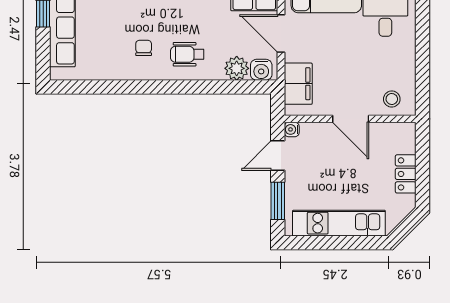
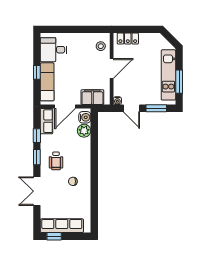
wheelchair: (187, 54) -> (56, 161), moved
locker: (406, 174) -> (128, 39), moved
window: (327, 243) -> (179, 82), added

